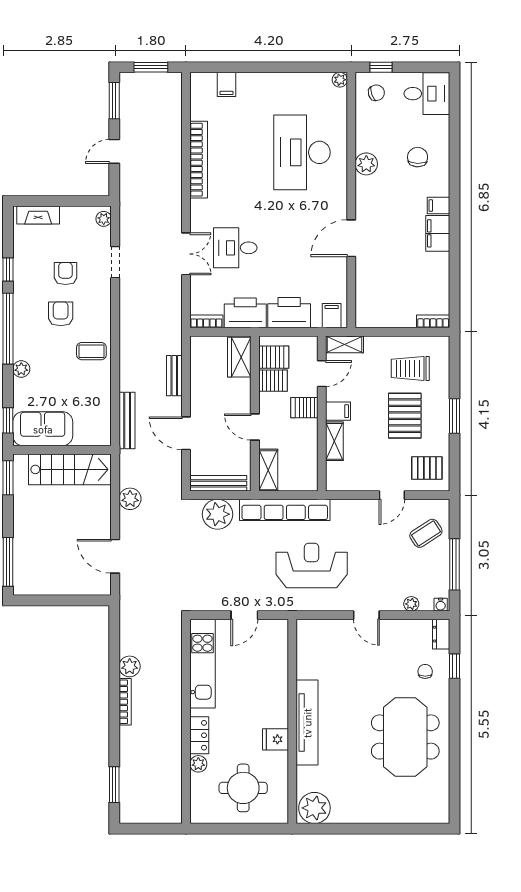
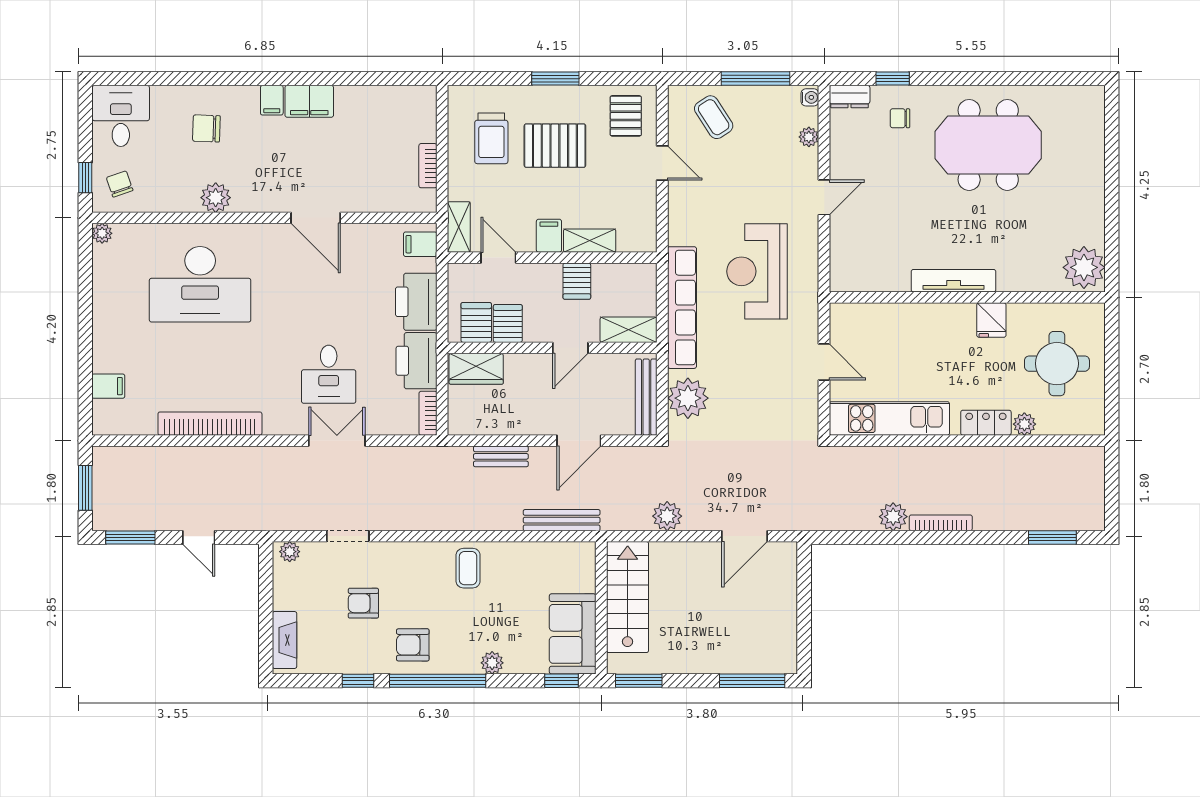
armchair: (61, 314) -> (413, 645), moved
bookcase: (433, 321) -> (428, 166), moved
server rack: (304, 408) -> (577, 281), moved
tv unit: (307, 723) -> (954, 281), width x0.73, depth x0.78

